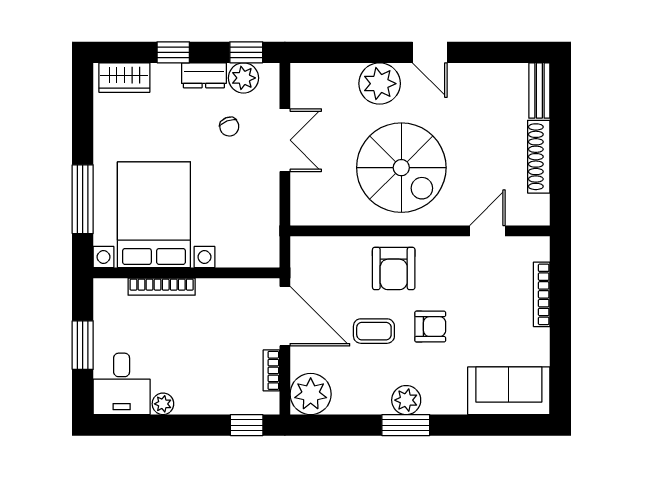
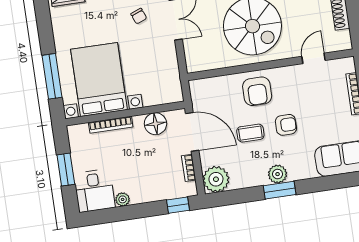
floor lamp: (230, 295) -> (155, 124), added

